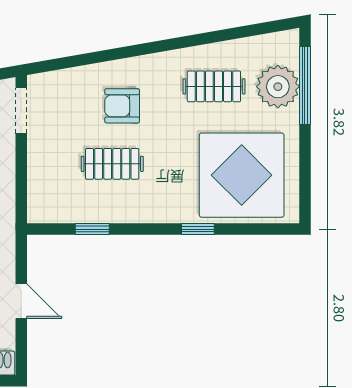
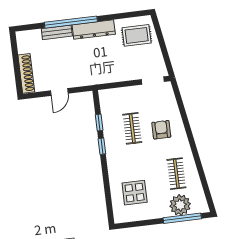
display table: (242, 175) -> (135, 193), width x0.54, depth x0.54
window: (198, 229) -> (102, 146), moved

